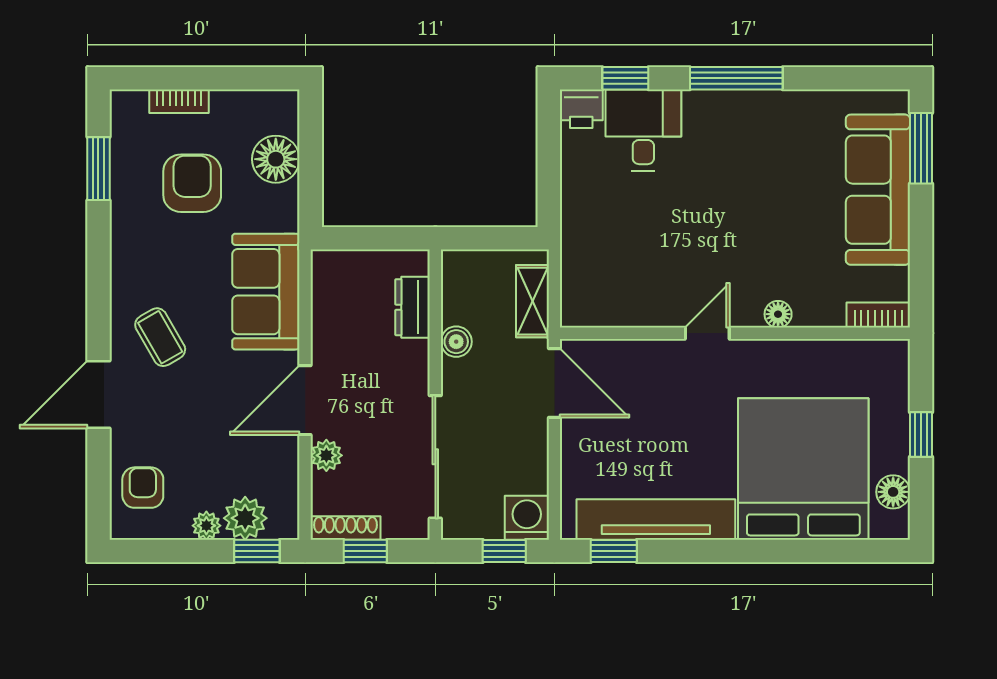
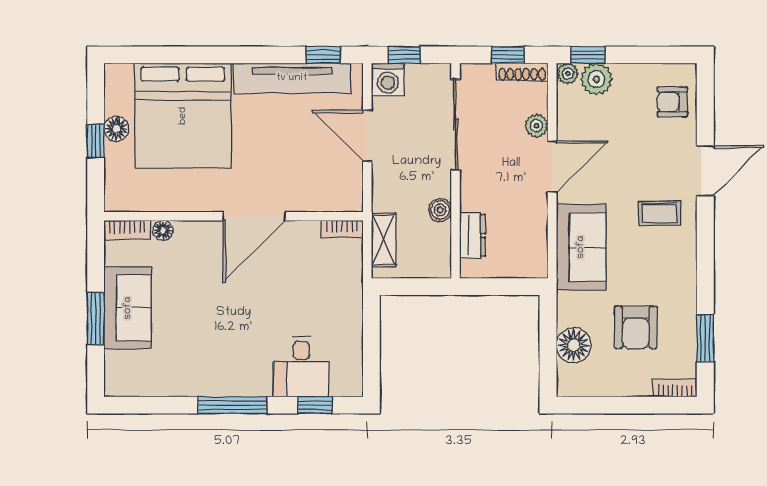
bookcase: (179, 101) -> (675, 388), moved
printer: (581, 109) -> (347, 383), removed
window: (921, 148) -> (96, 319), moved
sofa: (878, 190) -> (128, 308), width x0.73
floor lamp: (778, 314) -> (163, 230), moved
bookcase: (588, 316) -> (342, 229), added
door: (707, 333) -> (254, 216), width x1.88
coffee table: (160, 337) -> (659, 213), turned -60
door: (554, 383) -> (367, 136), moved
armchair: (143, 488) -> (672, 102), turned 90
floor lamp: (893, 492) -> (116, 129), moved
plant: (206, 526) -> (568, 74), moved

